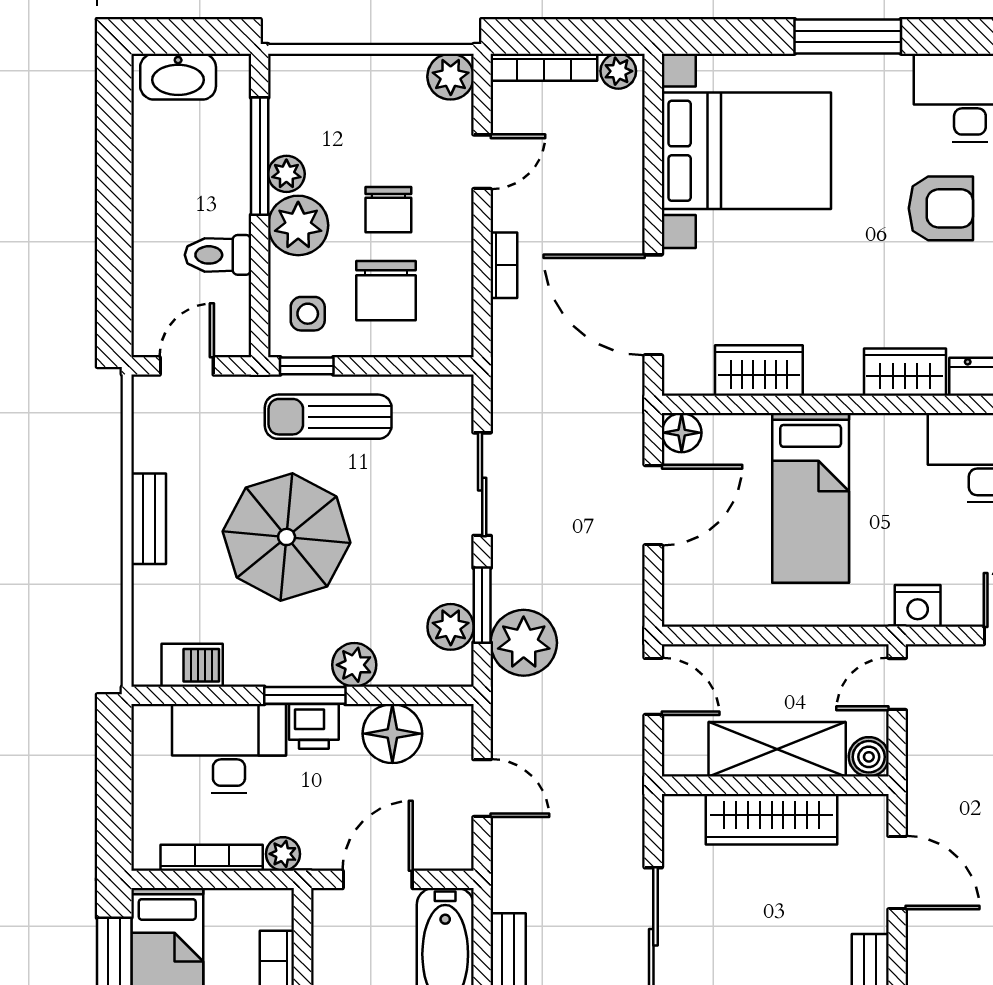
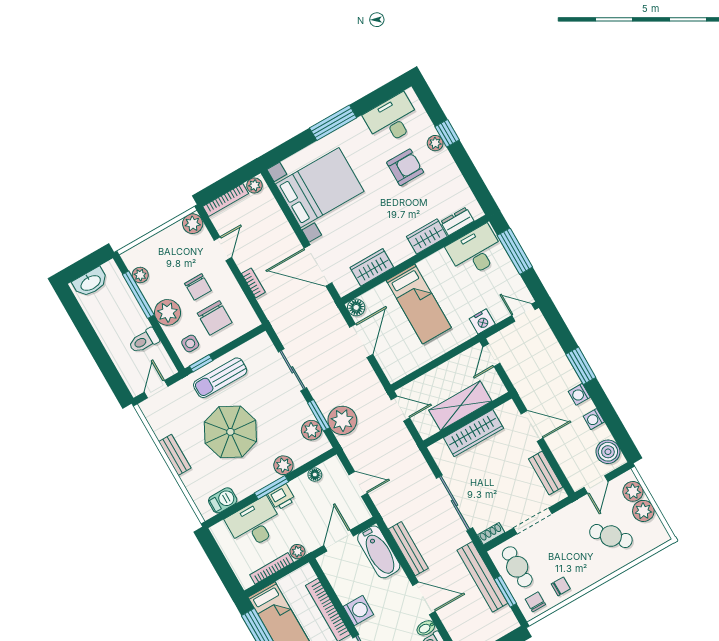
plant: (286, 174) -> (140, 275), moved
floor lamp: (392, 734) -> (315, 475), width x0.53, depth x0.53
boiler: (869, 757) -> (496, 389), removed

